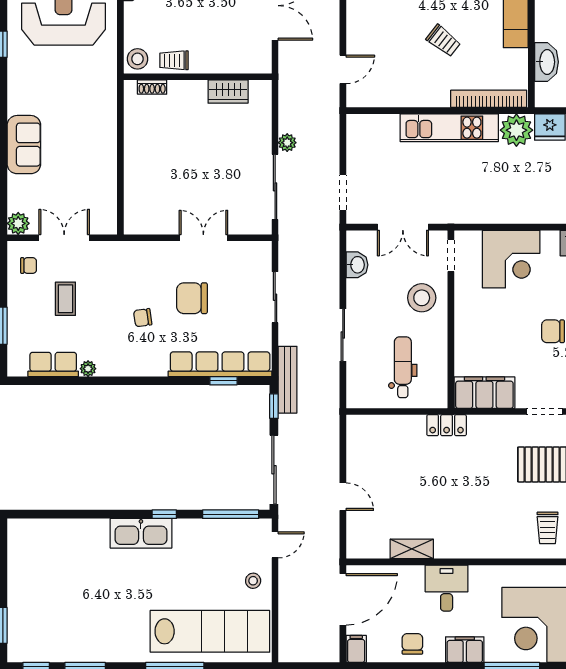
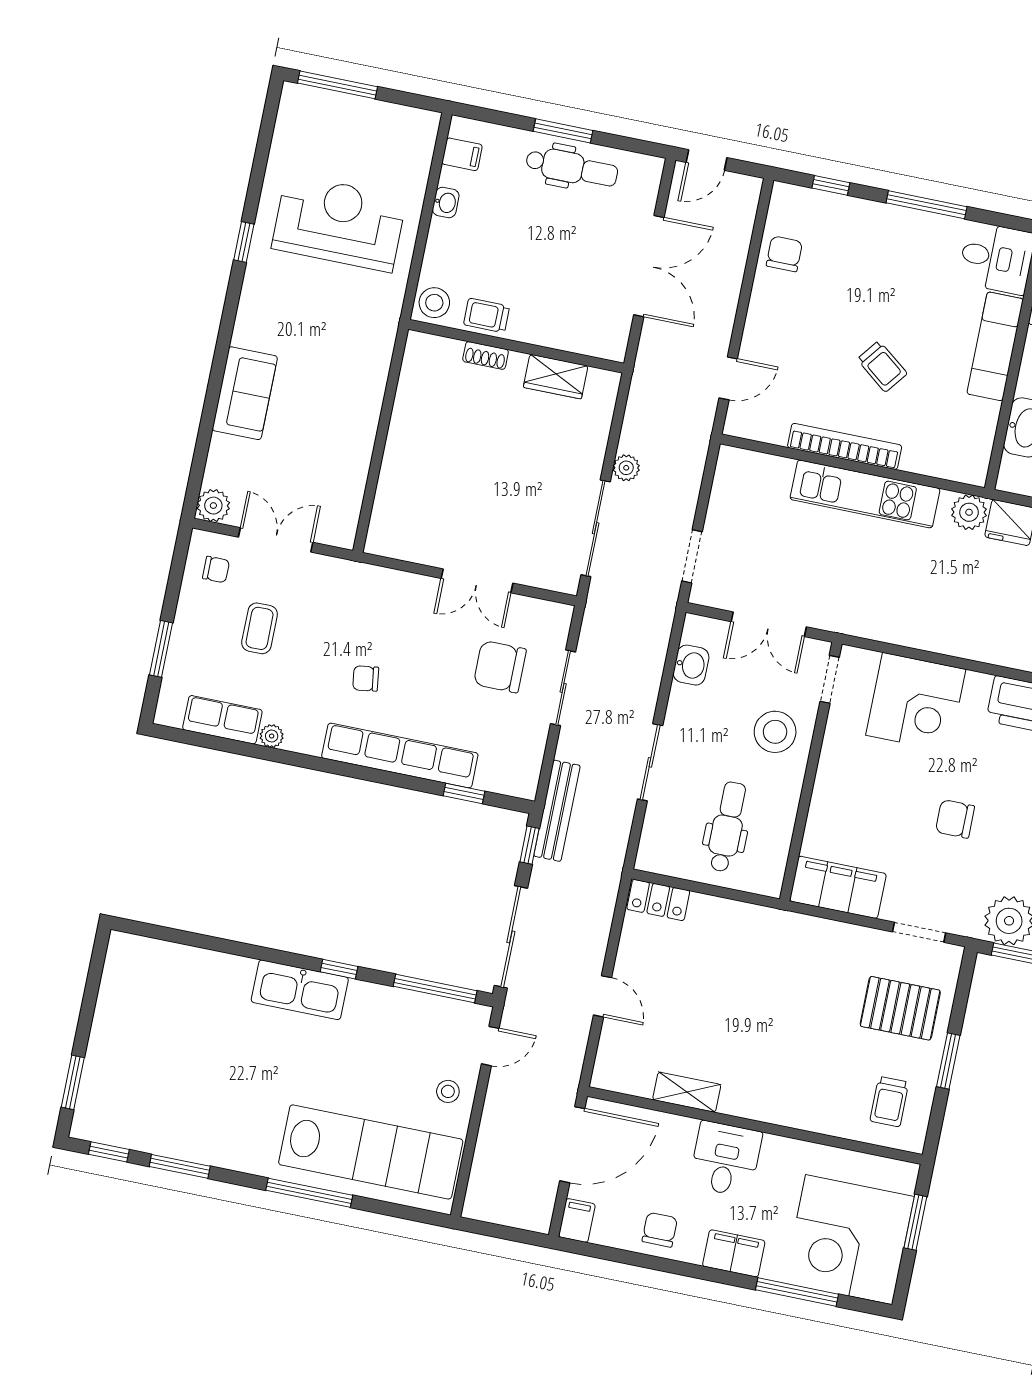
shoe rack: (152, 87) -> (486, 356), moved
bookcase: (489, 99) -> (845, 446), moved
plant: (516, 130) -> (969, 512), width x0.73, depth x0.73
double door: (203, 238) -> (477, 581), swing flipped
chair: (192, 298) -> (500, 667), moved
row of seats: (220, 364) -> (400, 756), moved
locker: (447, 425) -> (658, 900), moved

